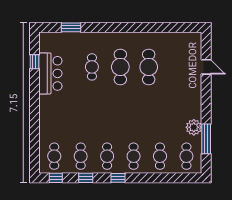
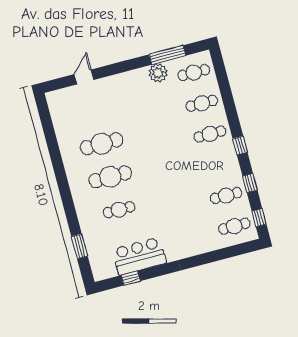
cafe table: (107, 156) -> (218, 165), removed

